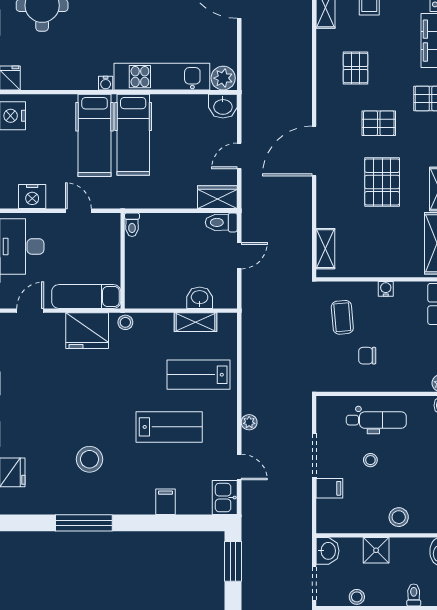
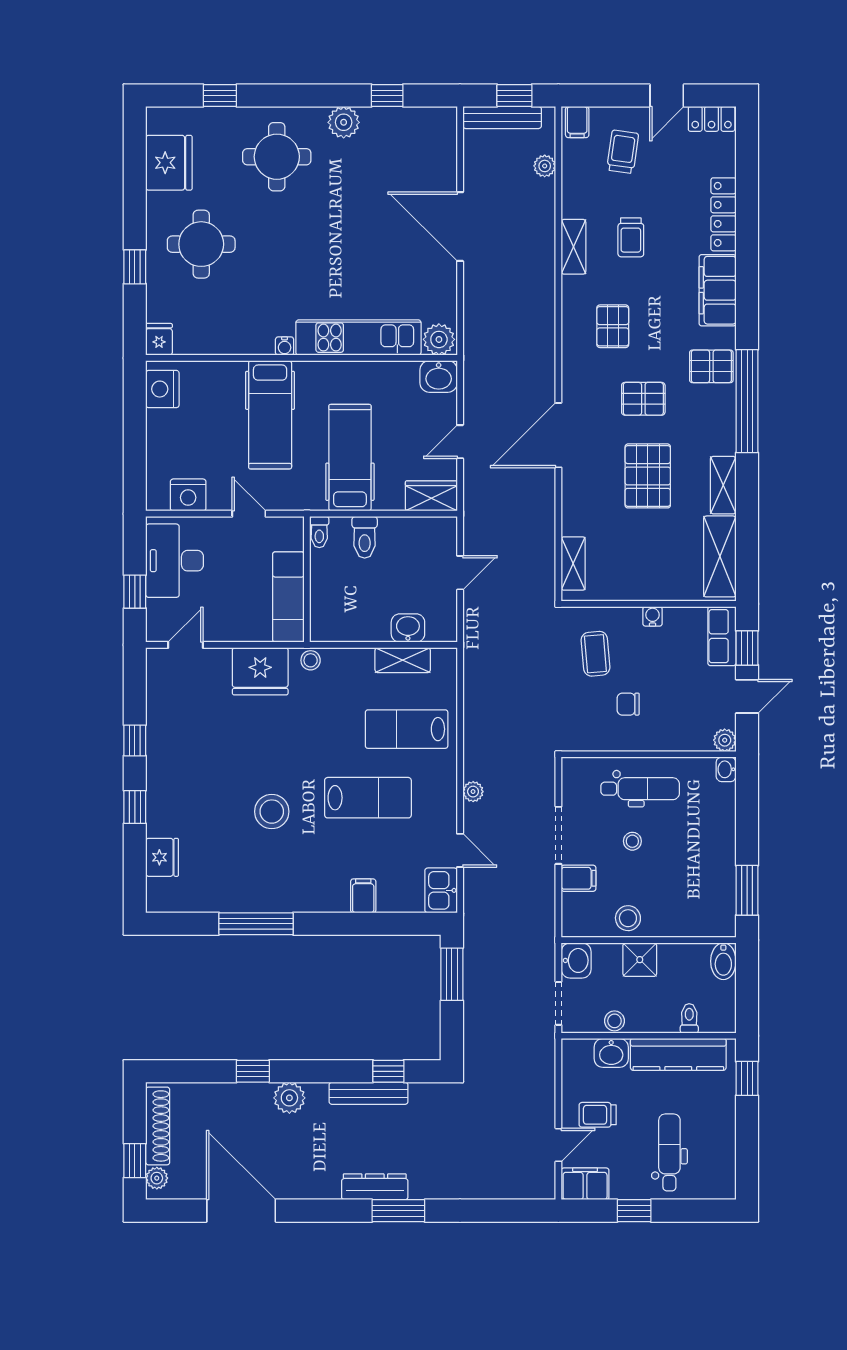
hospital bed: (133, 135) -> (350, 458), moved, turned 180
toilet: (221, 222) -> (365, 537), moved, turned -90
exam couch: (86, 296) -> (288, 597), moved, turned -90
stool: (89, 459) -> (272, 812), moved
stool: (399, 517) -> (628, 918), moved

